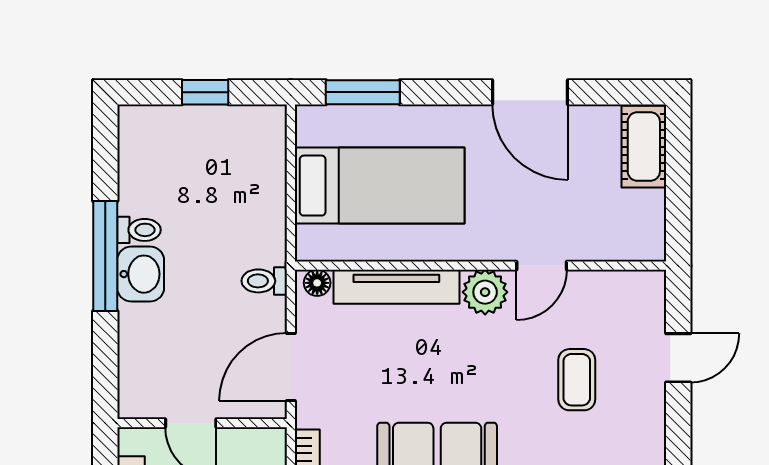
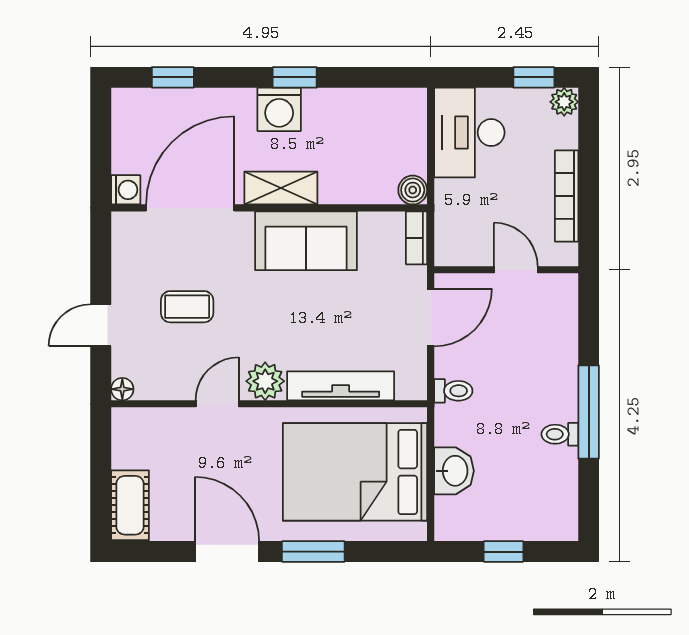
window: (363, 92) -> (313, 552), moved
bed: (380, 186) -> (355, 472), width x1.50
washbasin: (141, 274) -> (454, 471), moved, turned 180
floor lamp: (317, 283) -> (122, 389), moved
coffee table: (577, 380) -> (187, 307), turned 90

